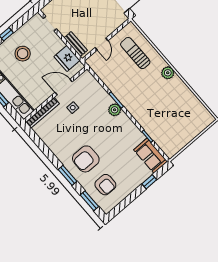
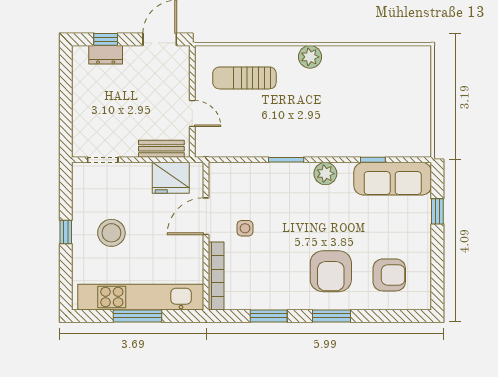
plant: (115, 110) -> (325, 174), moved
sofa: (150, 156) -> (393, 179), width x1.36
window: (89, 201) -> (269, 316), moved

